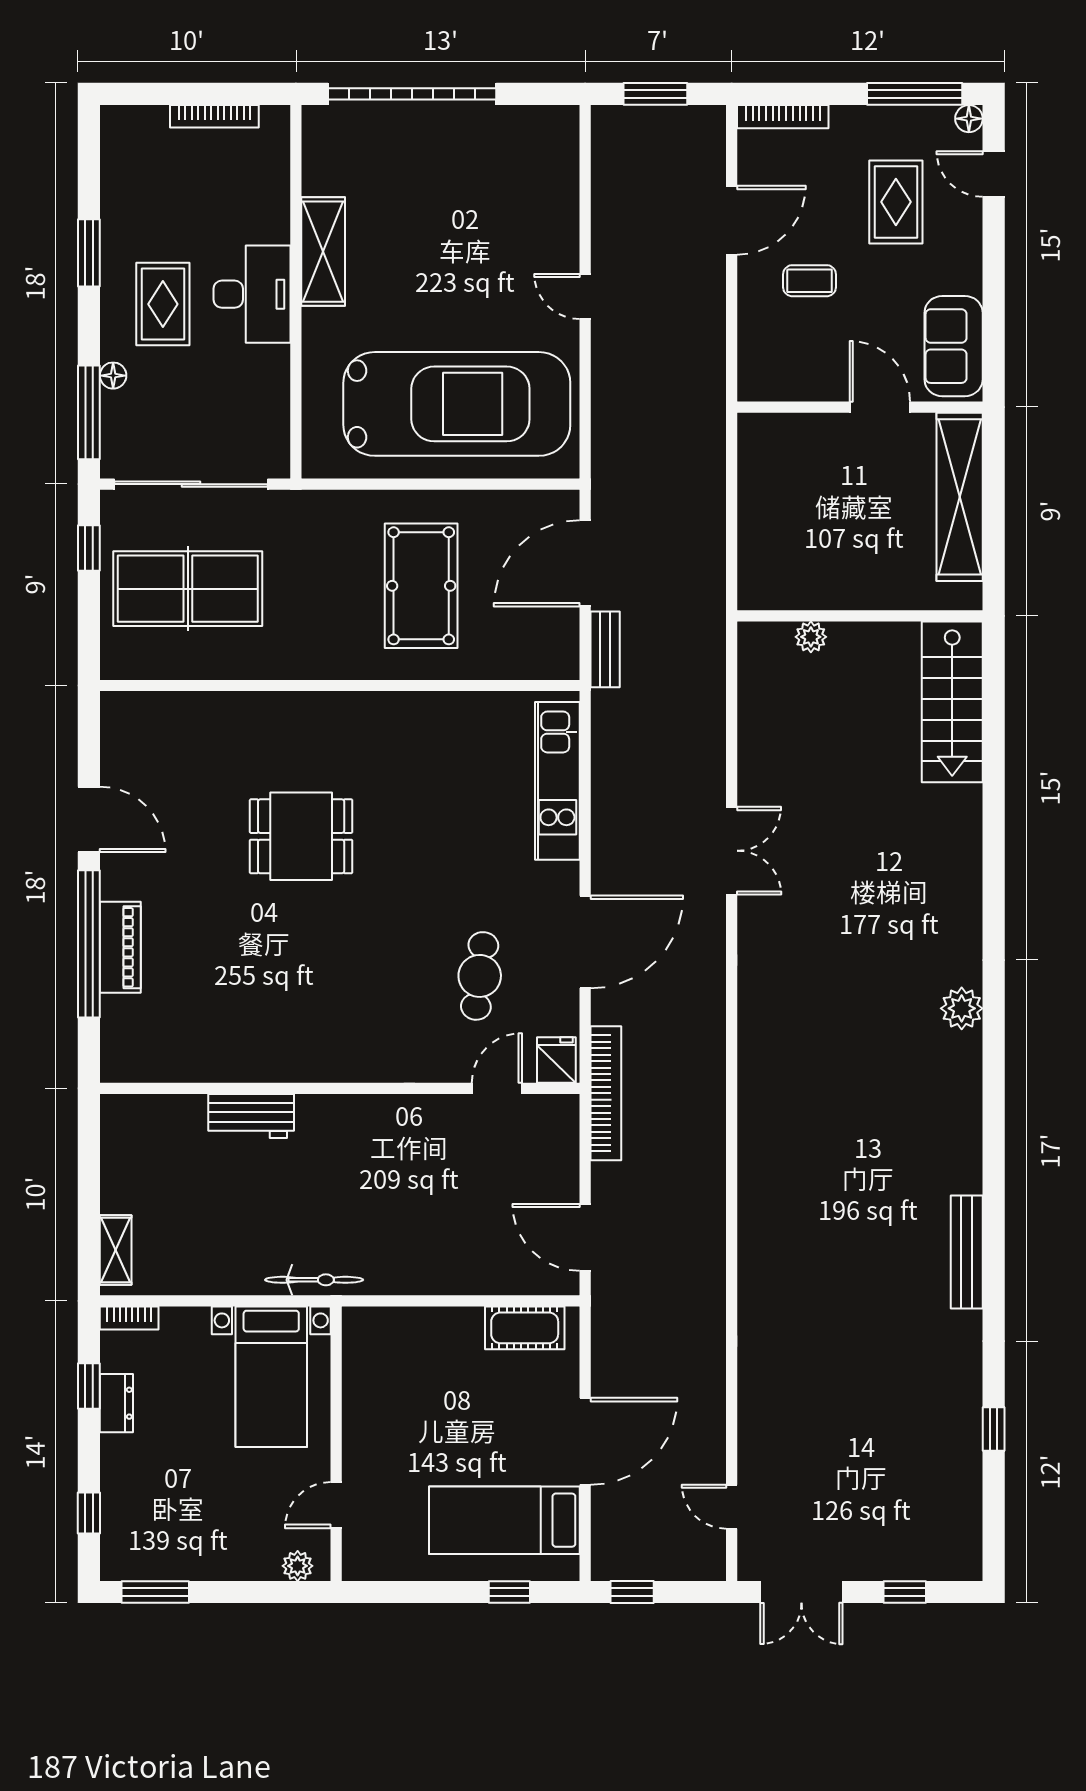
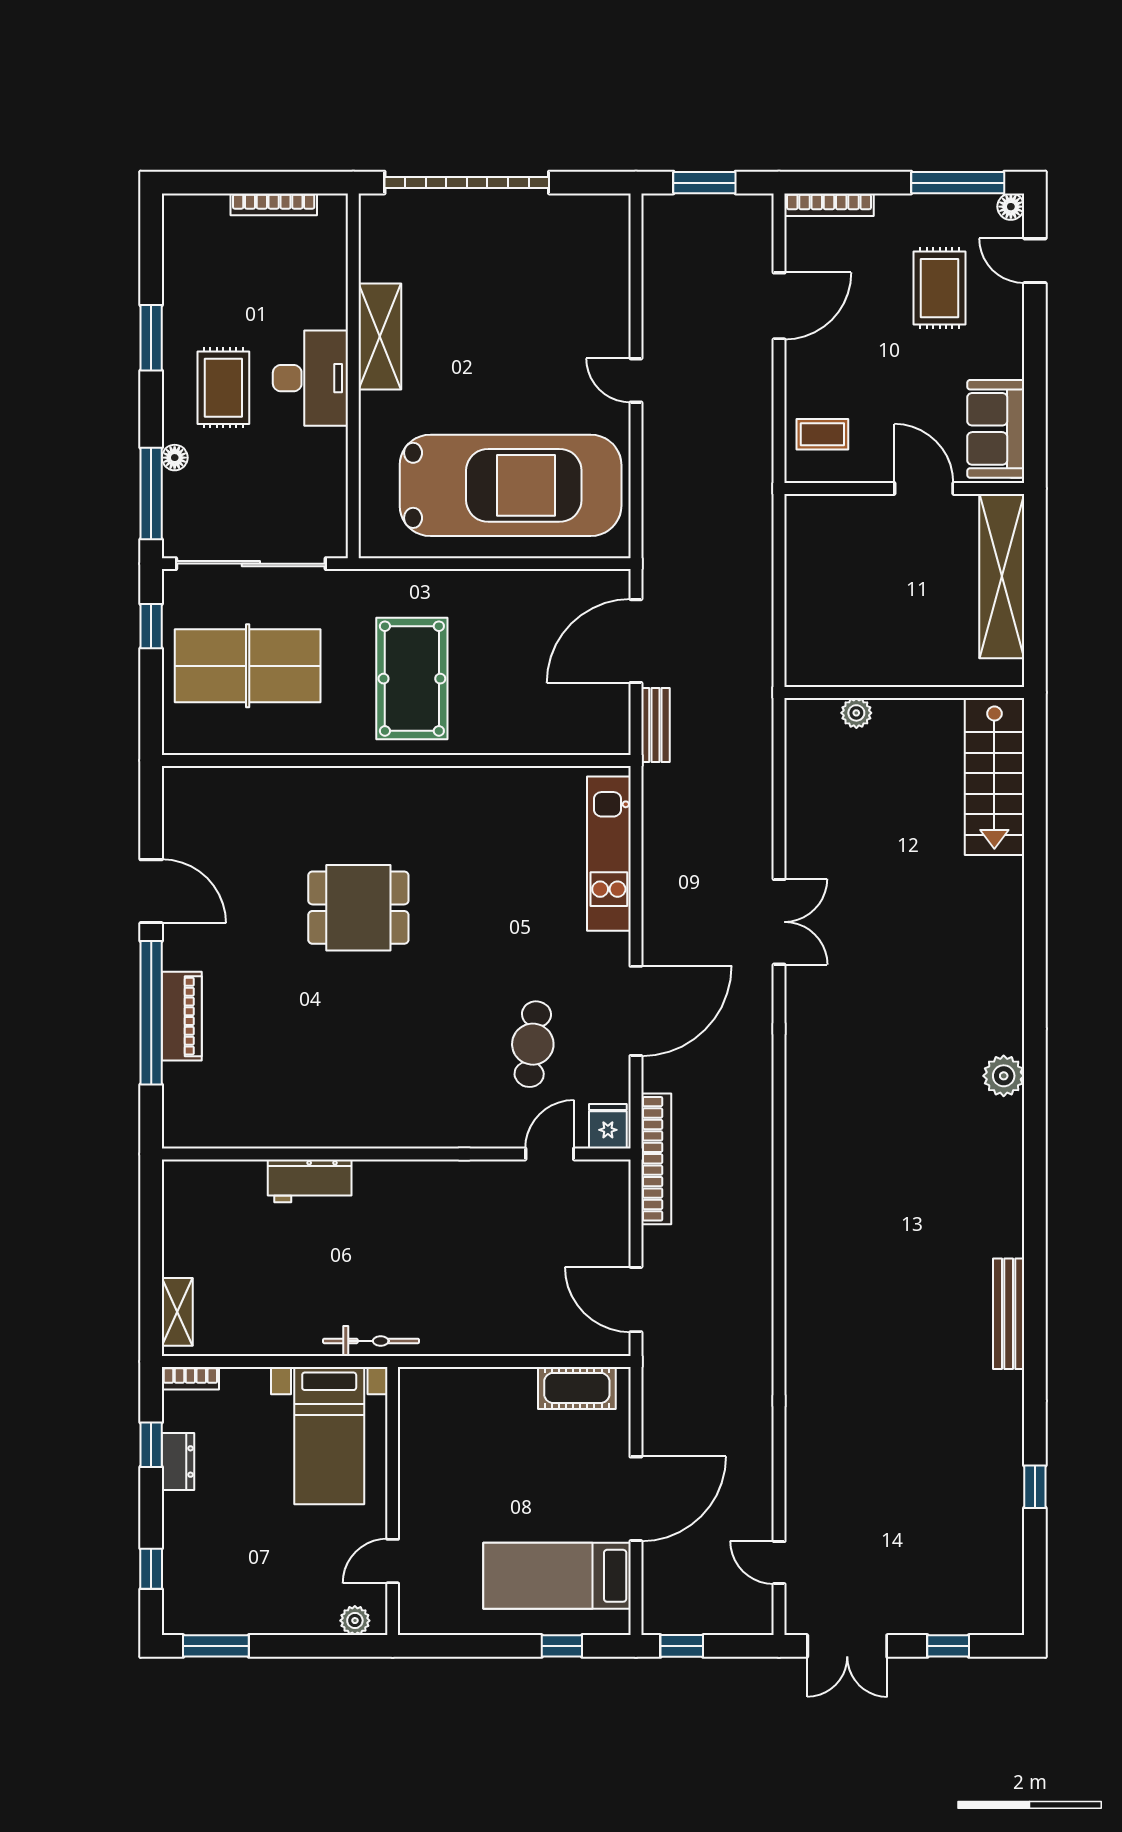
coffee table: (810, 281) -> (822, 434), moved
pool table: (421, 586) -> (412, 679), moved

